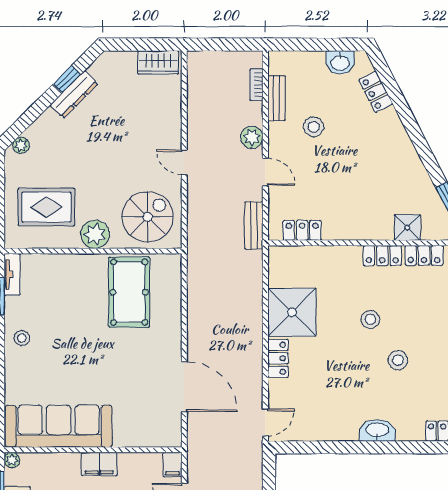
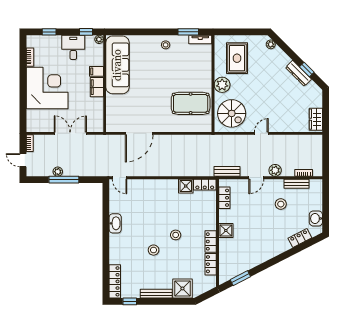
shower: (407, 228) -> (226, 231), moved
shower: (292, 312) -> (186, 186), width x0.54, depth x0.54
locker: (278, 358) -> (205, 185), moved
washbasin: (377, 430) -> (115, 223), moved
filing cabinet: (172, 465) -> (96, 71), moved

